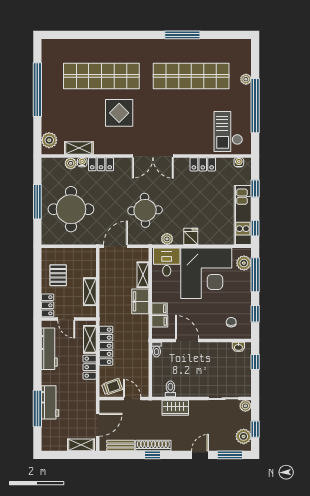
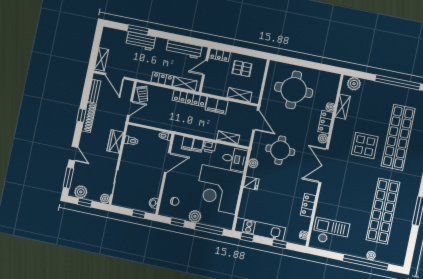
window: (255, 106) -> (366, 262), moved
plant: (71, 163) -> (323, 139), moved
window: (37, 202) -> (305, 64), removed
plant: (244, 263) -> (195, 216), moved
shelving: (90, 292) -> (239, 95), moved
printer: (158, 295) -> (209, 147), added
filing cabinet: (140, 301) -> (217, 105), moved, turned 180
locker: (106, 346) -> (190, 98), moved
window: (37, 409) -> (138, 30), width x0.69

